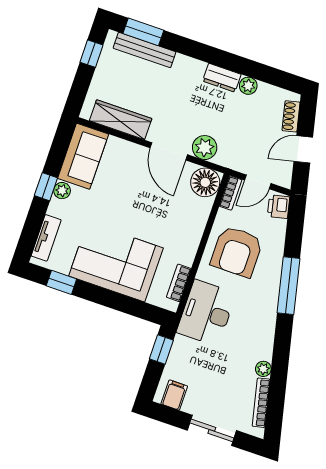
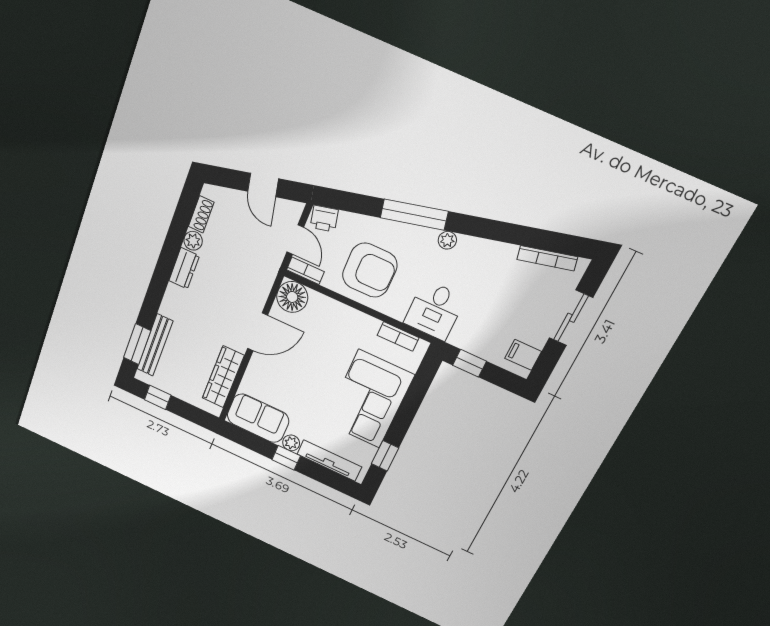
shoe rack: (291, 116) -> (201, 214), moved, turned -77
plant: (205, 148) -> (256, 294), removed
tv unit: (46, 238) -> (329, 461), width x1.41
desk: (206, 313) -> (435, 310), width x0.73
plant: (263, 369) -> (447, 240), moved

